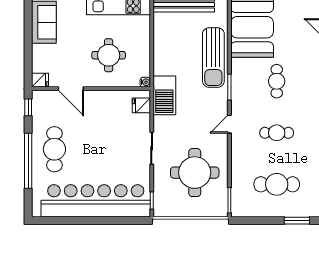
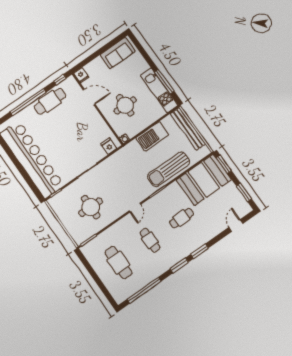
door: (71, 89) -> (89, 97), swing flipped
barbecue: (164, 95) -> (152, 136), moved
door: (229, 124) -> (135, 208), swing flipped
cafe table: (54, 149) -> (50, 101), moved
round table: (195, 173) -> (91, 207), width x0.73, depth x0.73
window: (297, 221) -> (105, 291), removed

